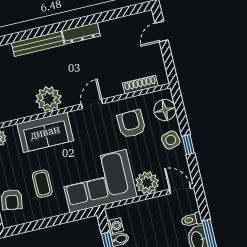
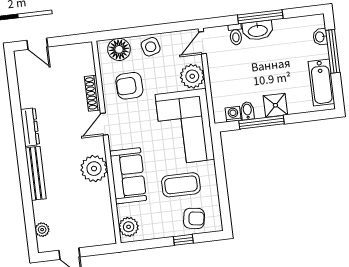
shoe rack: (140, 85) -> (92, 93), moved
door: (92, 104) -> (104, 124), hinge flipped
window: (188, 145) -> (158, 29), removed
coffee table: (42, 184) -> (181, 185), width x1.36, depth x1.30

